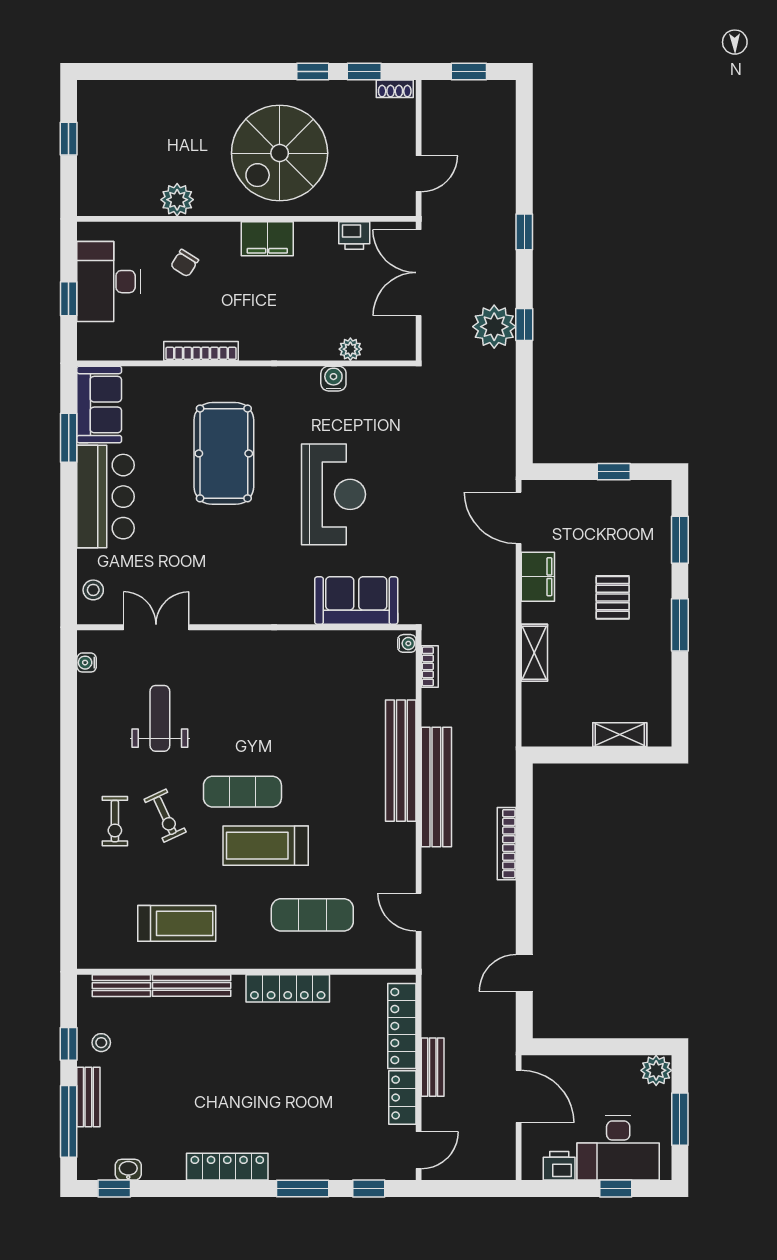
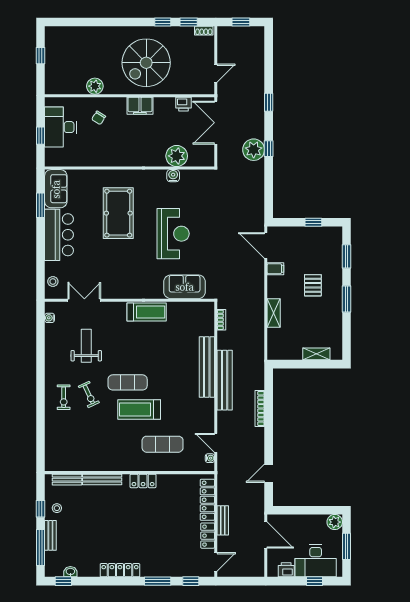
plant: (350, 349) -> (177, 156), width x1.88, depth x1.88
bookcase: (201, 351) -> (107, 162), removed
filing cabinet: (538, 577) -> (275, 269), width x0.50
water cooler: (407, 643) -> (210, 458), moved
treadmill: (177, 923) -> (147, 312), moved
locker: (288, 988) -> (143, 481), width x0.66

